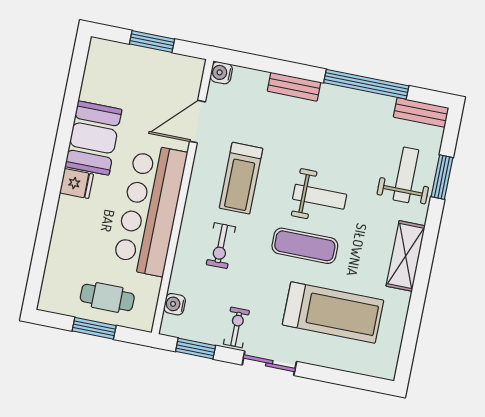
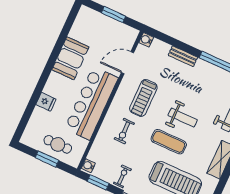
fridge: (77, 183) -> (46, 102), moved
water cooler: (175, 304) -> (88, 166), moved

